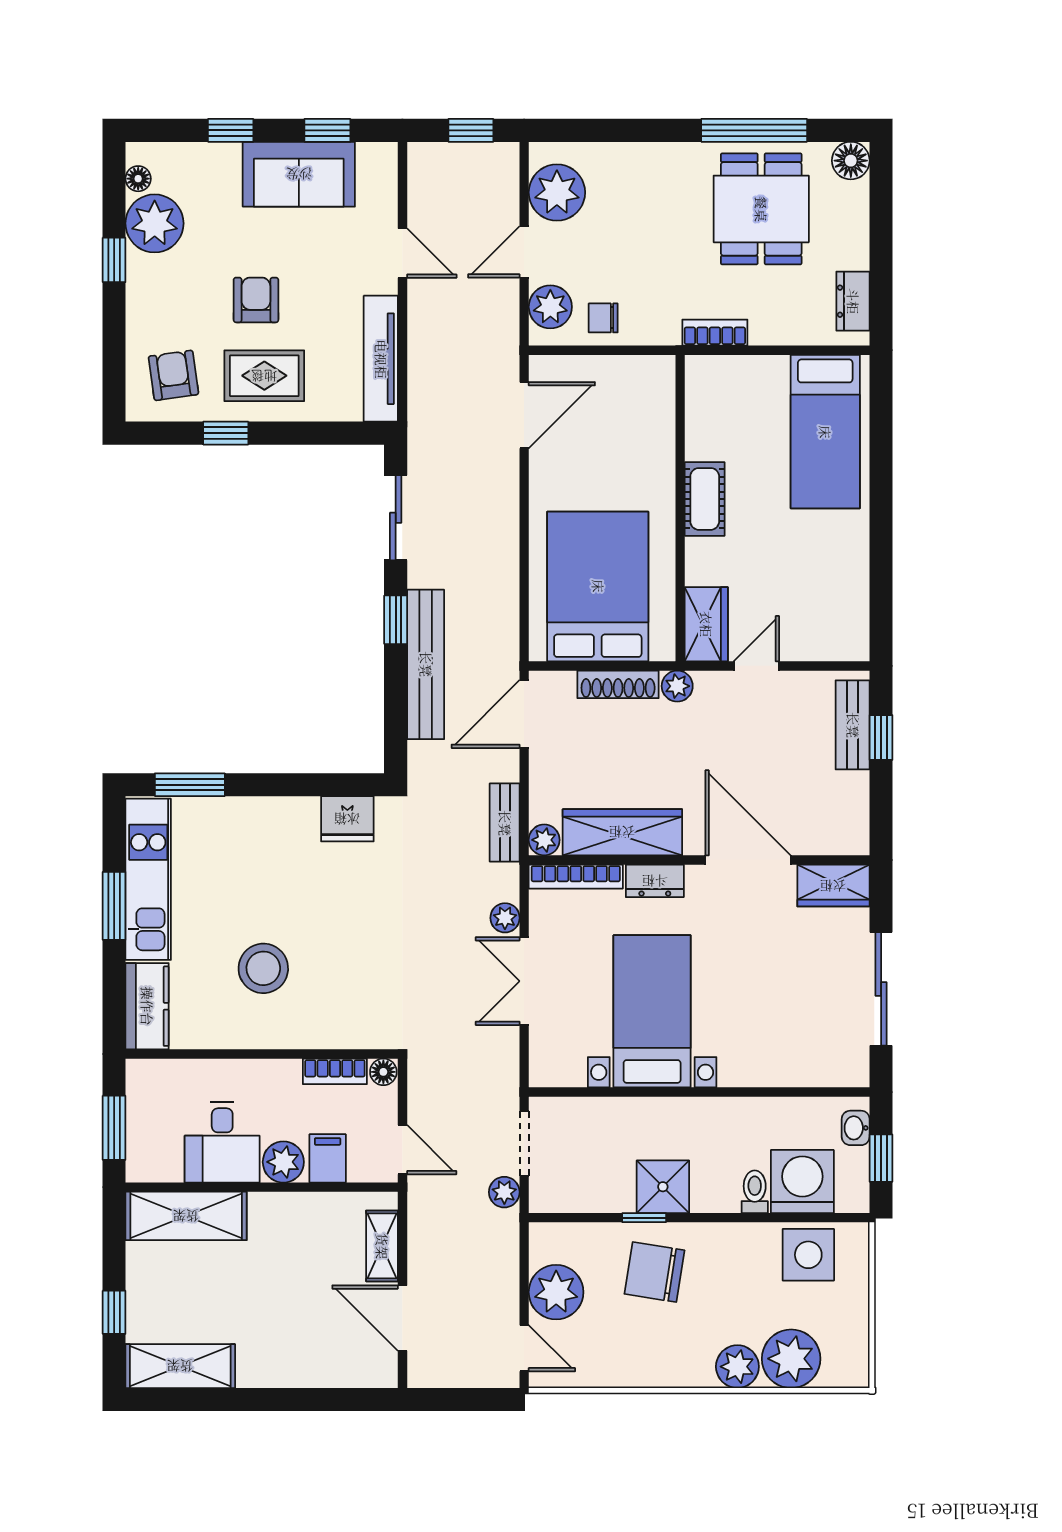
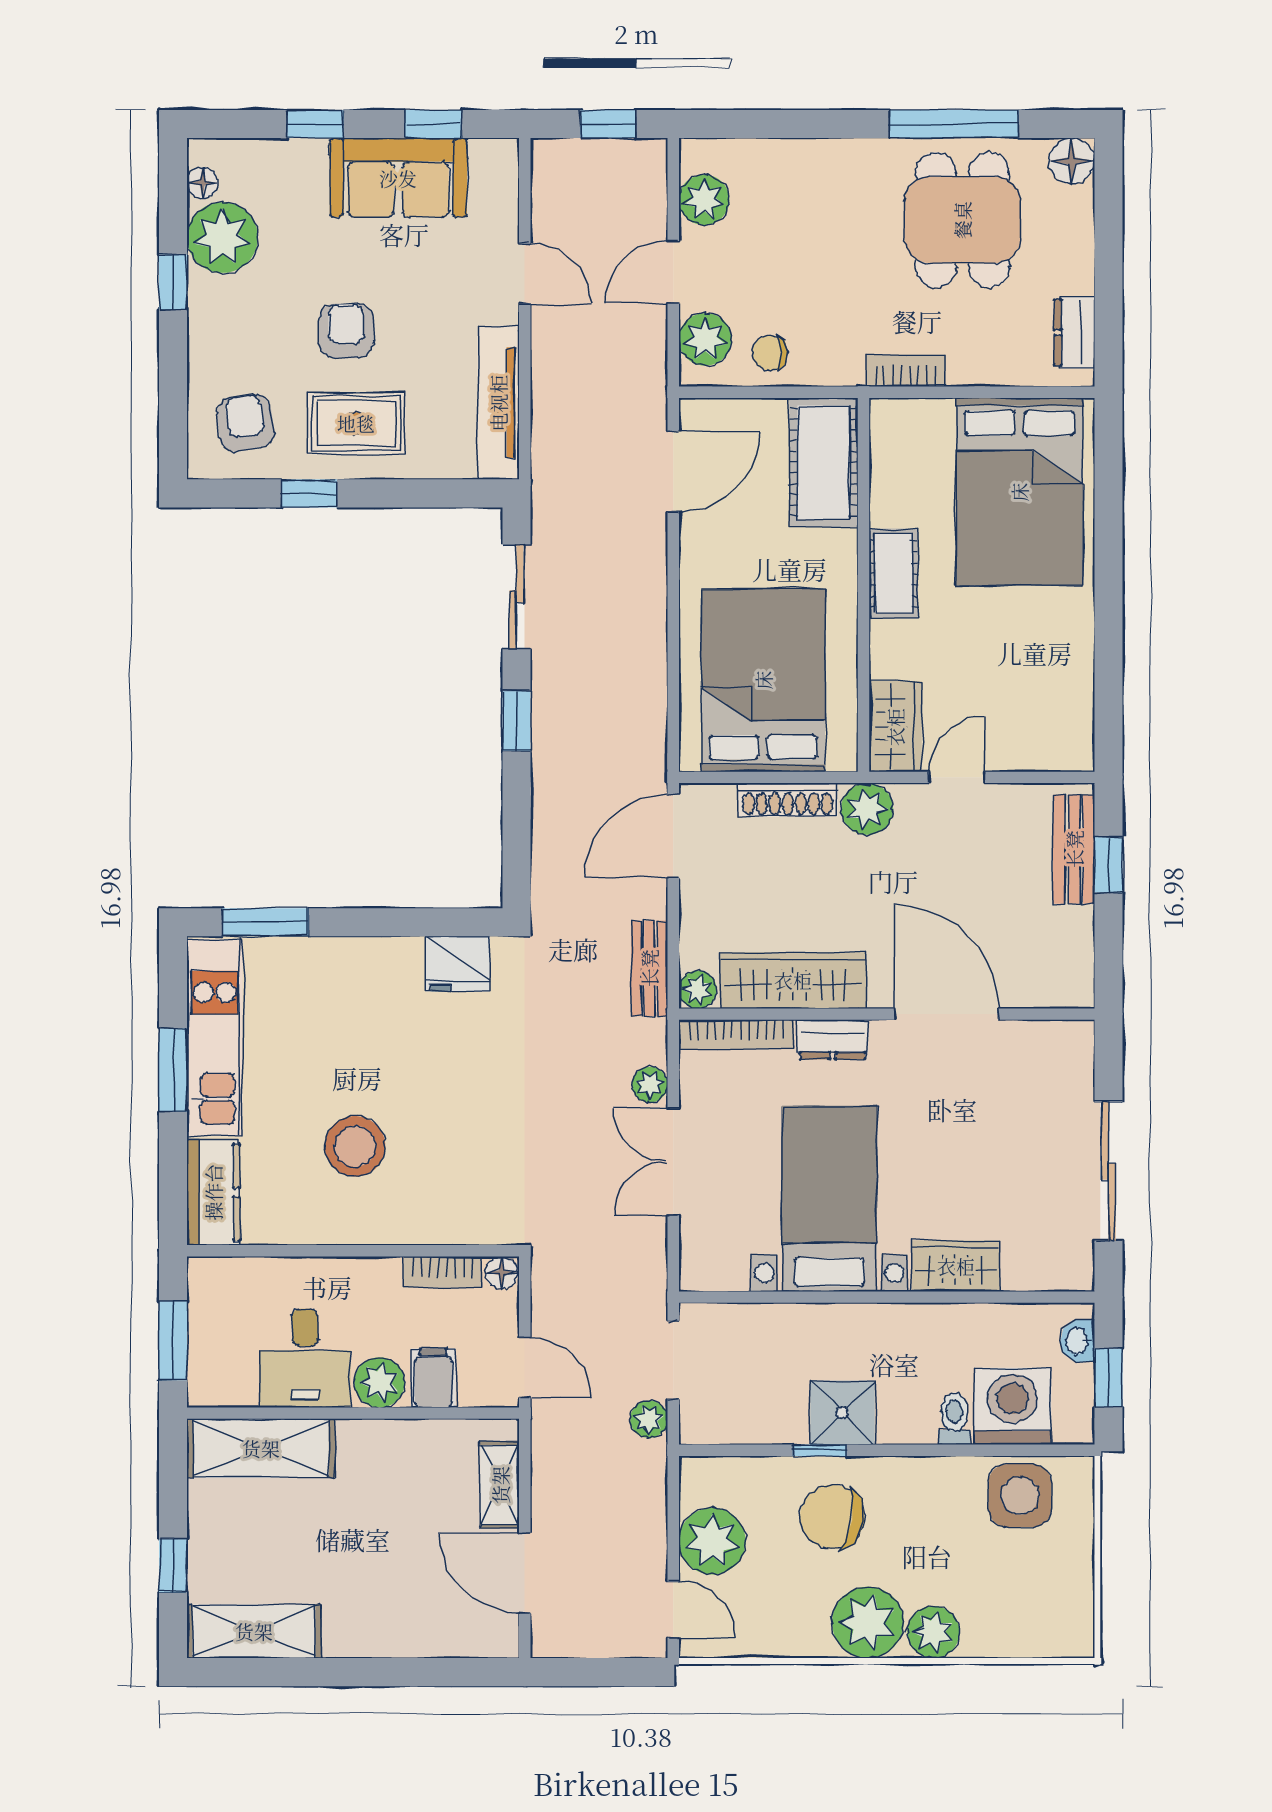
plant: (557, 192) -> (704, 200), width x0.73, depth x0.73
cot: (647, 408) -> (824, 462), added
bed: (825, 432) -> (1019, 492), width x1.50
bench: (426, 664) -> (553, 776), removed
plant: (677, 686) -> (867, 809), width x1.38, depth x1.38
wardrobe: (833, 886) -> (956, 1266), moved, turned 180
plant: (791, 1359) -> (868, 1622), moved

